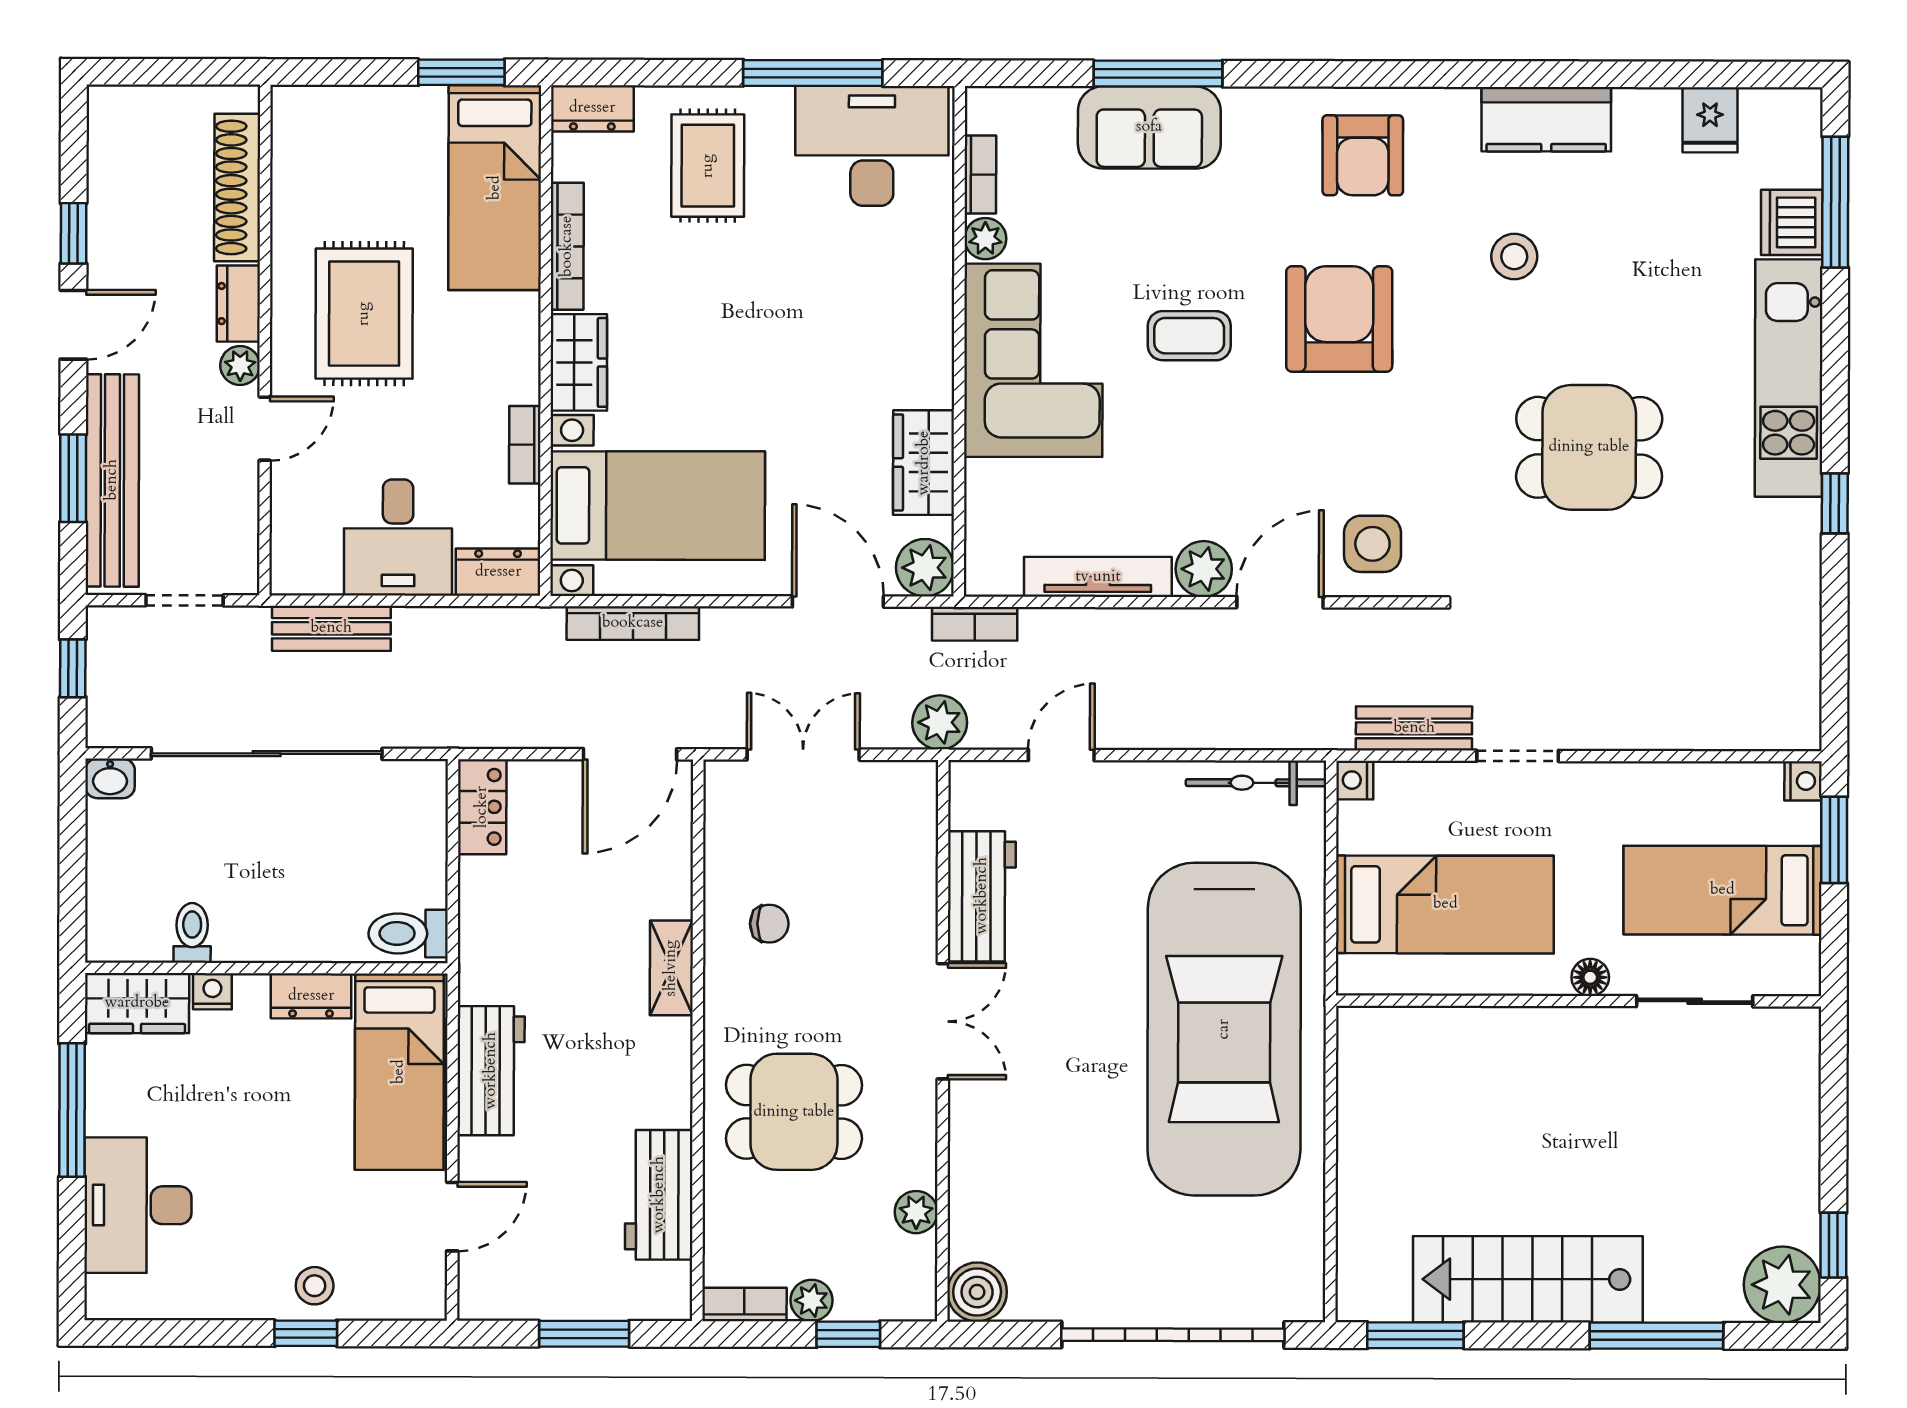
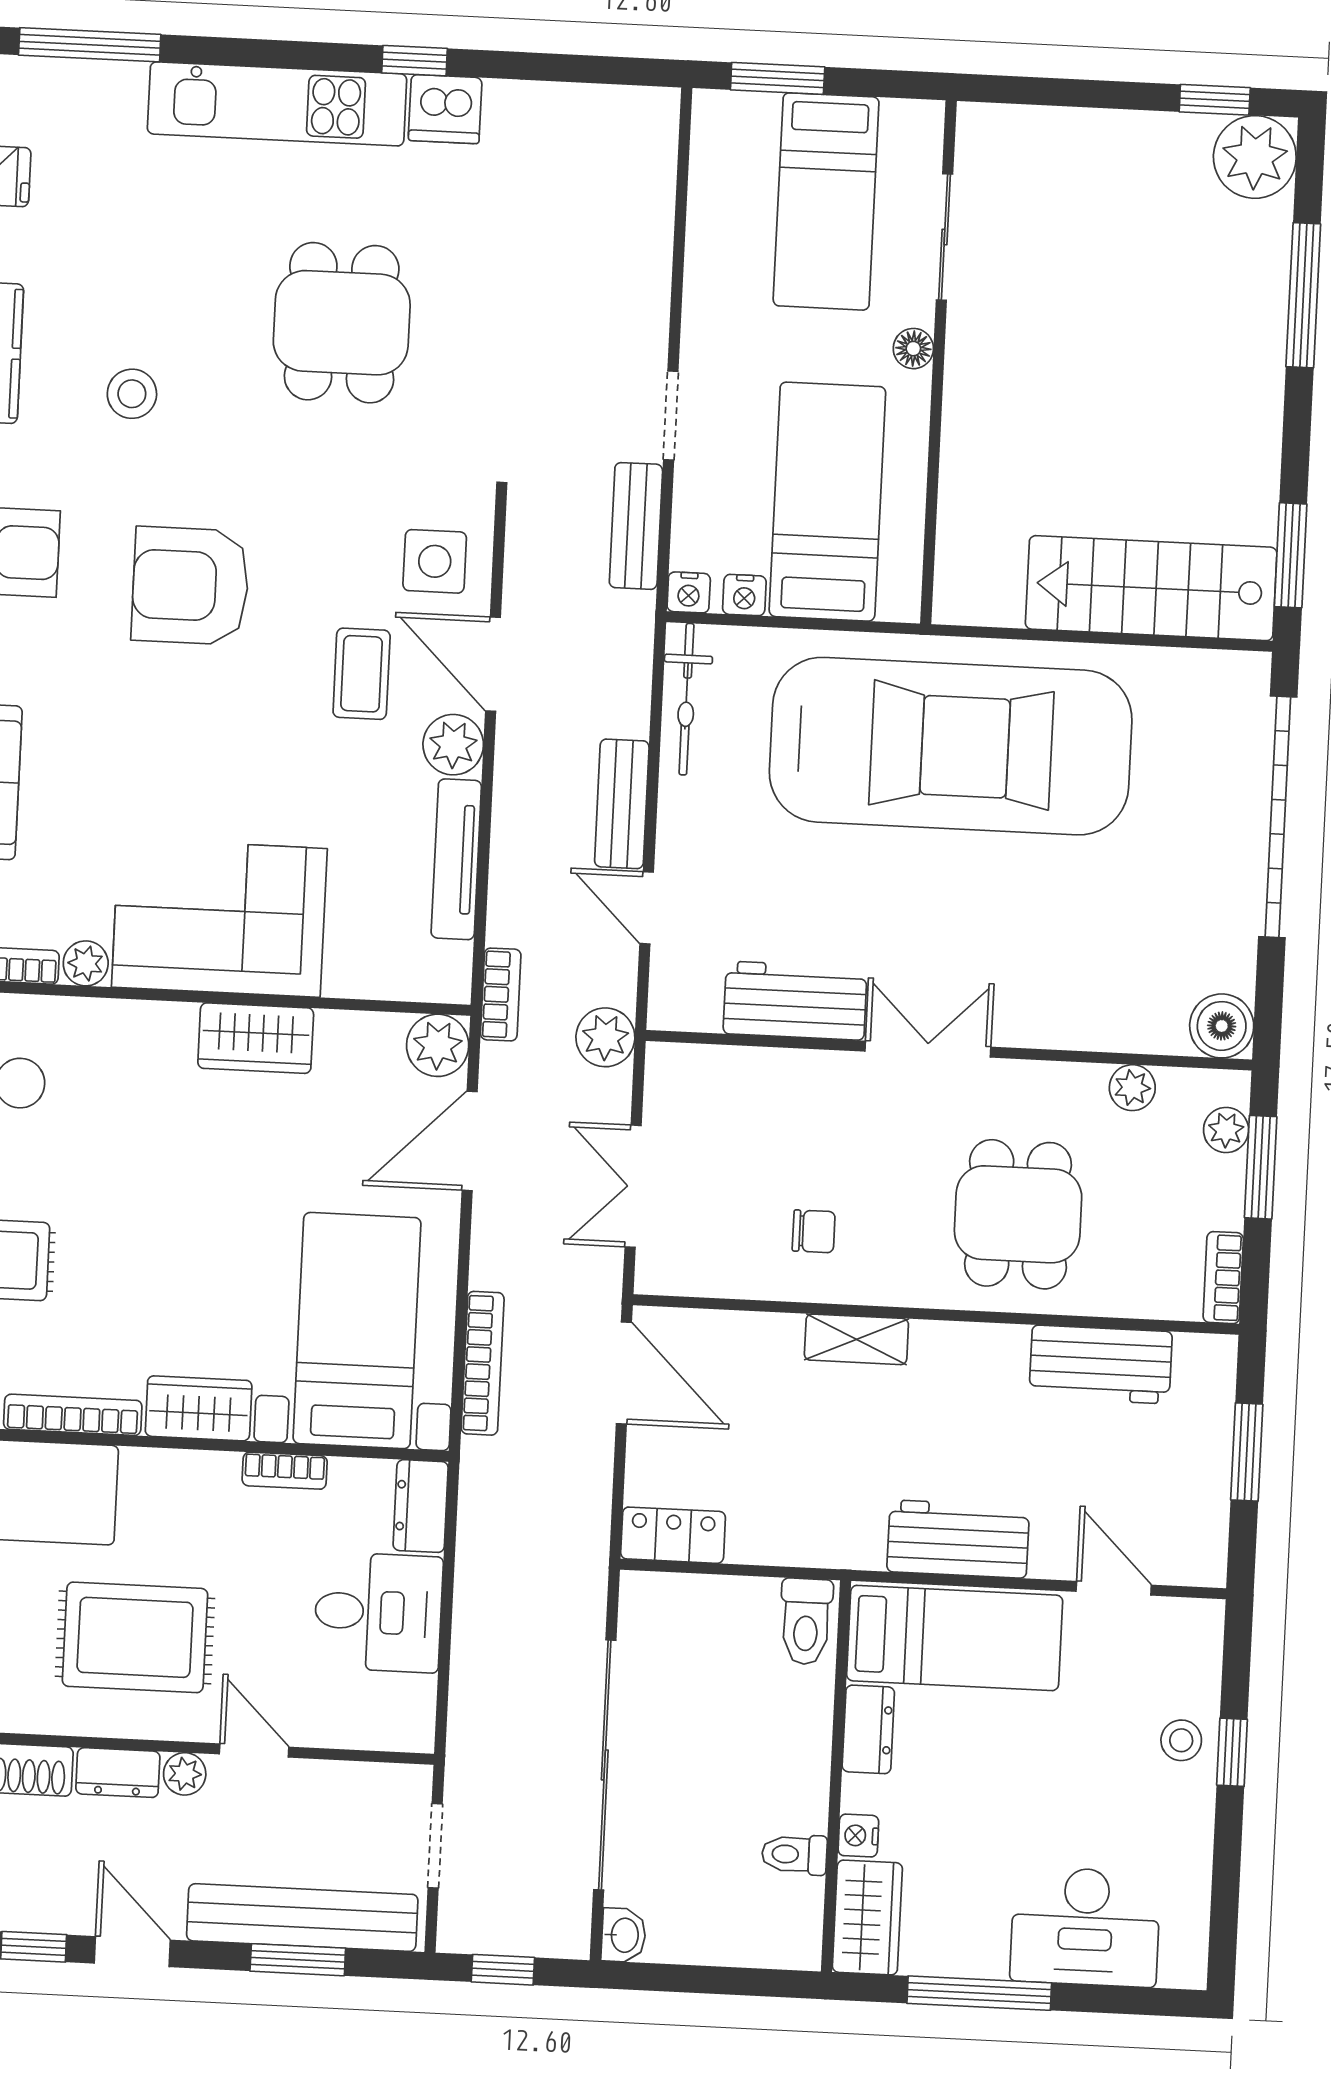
dishwasher: (1792, 222) -> (445, 109), moved
coffee table: (1189, 336) -> (362, 674), moved
wardrobe: (924, 463) -> (256, 1038), moved
bench: (331, 628) -> (622, 804), moved
nightstand: (1803, 781) -> (744, 595), moved, turned 180
chair: (769, 924) -> (814, 1231), turned 90
stairs: (1528, 1279) -> (1151, 588), moved, turned 90
plant: (811, 1300) -> (1226, 1130), moved
window: (848, 1334) -> (1261, 1167), width x1.50

